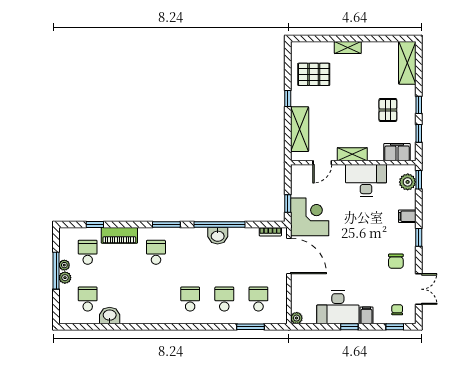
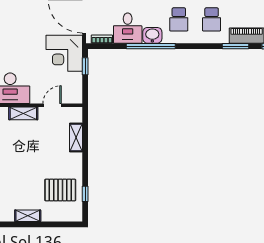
window: (288, 98) -> (85, 194), moved
shelving: (300, 129) -> (76, 138), width x0.67, depth x0.75
window: (166, 224) -> (235, 46), moved
desk: (243, 243) -> (128, 28), added
school desk: (190, 252) -> (179, 19), added

